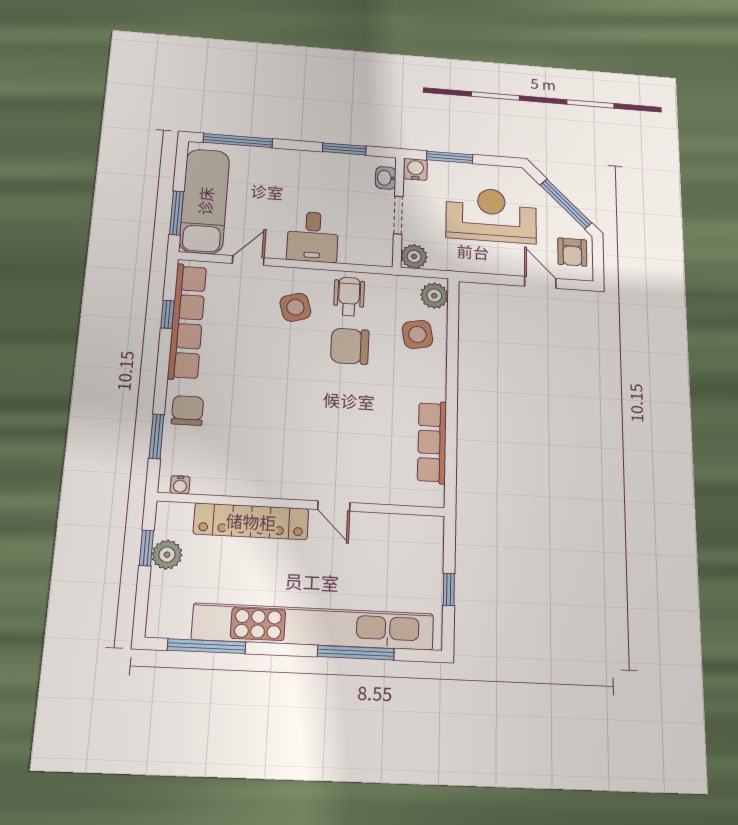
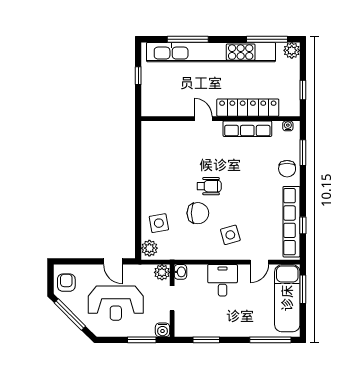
washbasin: (386, 178) -> (180, 272), moved
door: (540, 282) -> (113, 261), moved
wheelchair: (349, 296) -> (209, 186), moved, turned -90
row of seats: (432, 442) -> (247, 129), moved, turned 90
plant: (167, 555) -> (292, 50), moved

